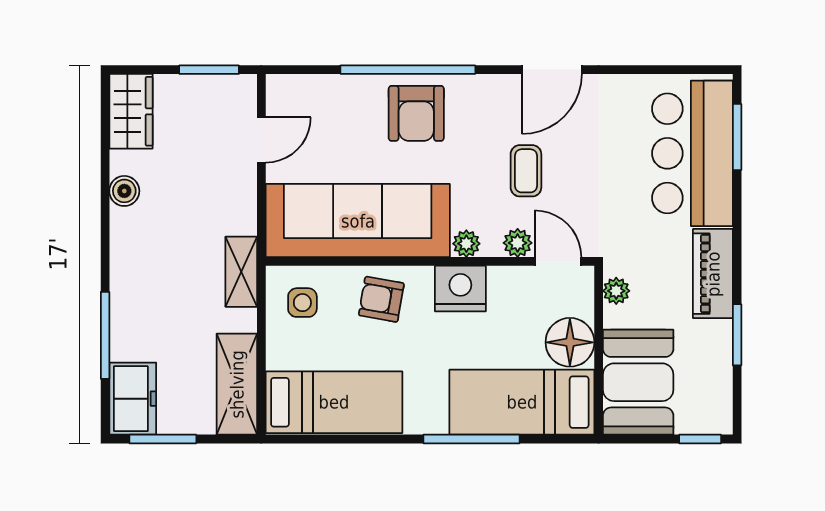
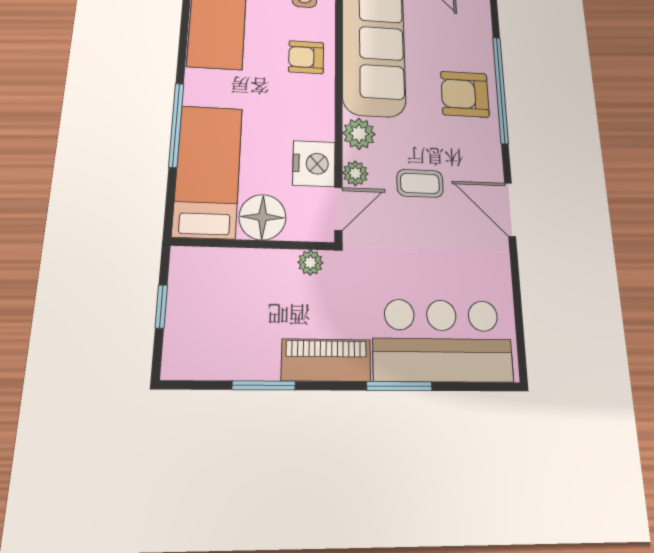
window: (737, 137) -> (399, 386), moved
plant: (466, 244) -> (359, 134), width x1.38, depth x1.38
nightstand: (460, 289) -> (314, 164), moved
armchair: (381, 299) -> (306, 57), turned -100
booth: (638, 382) -> (220, 282), removed
window: (700, 439) -> (161, 306), moved

